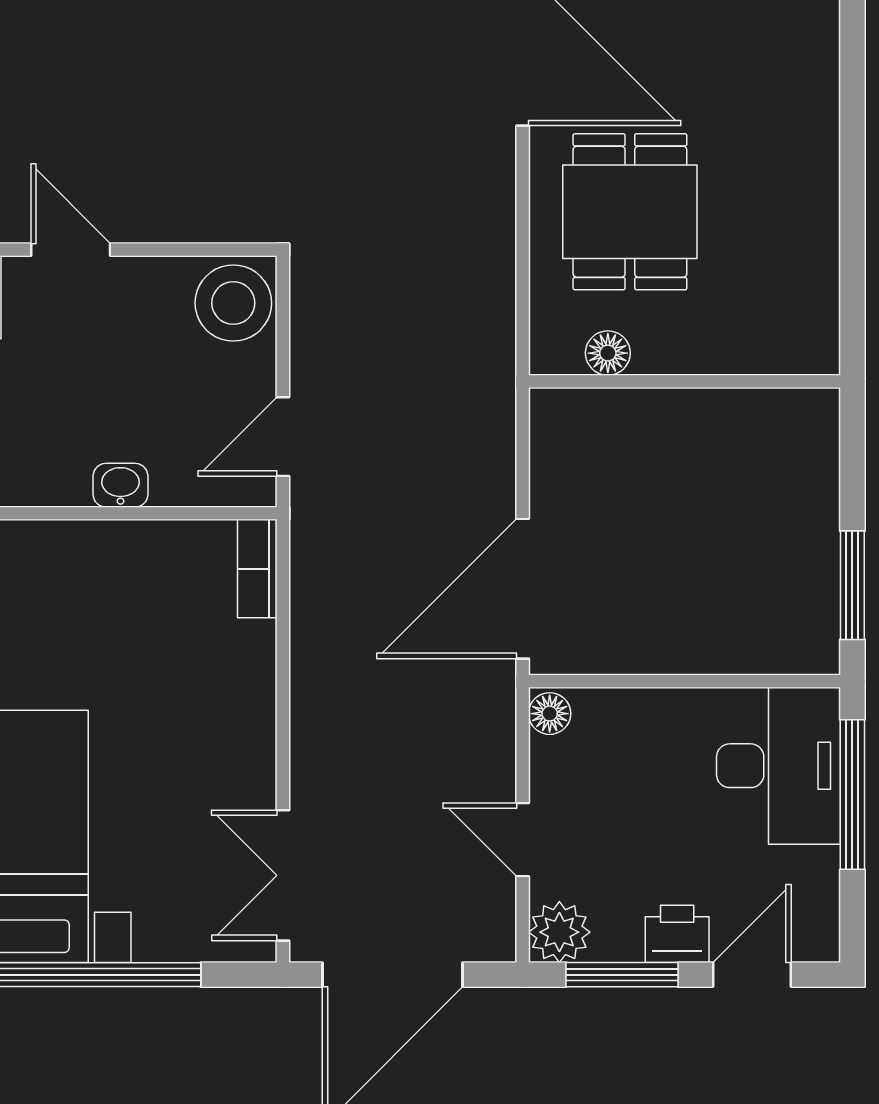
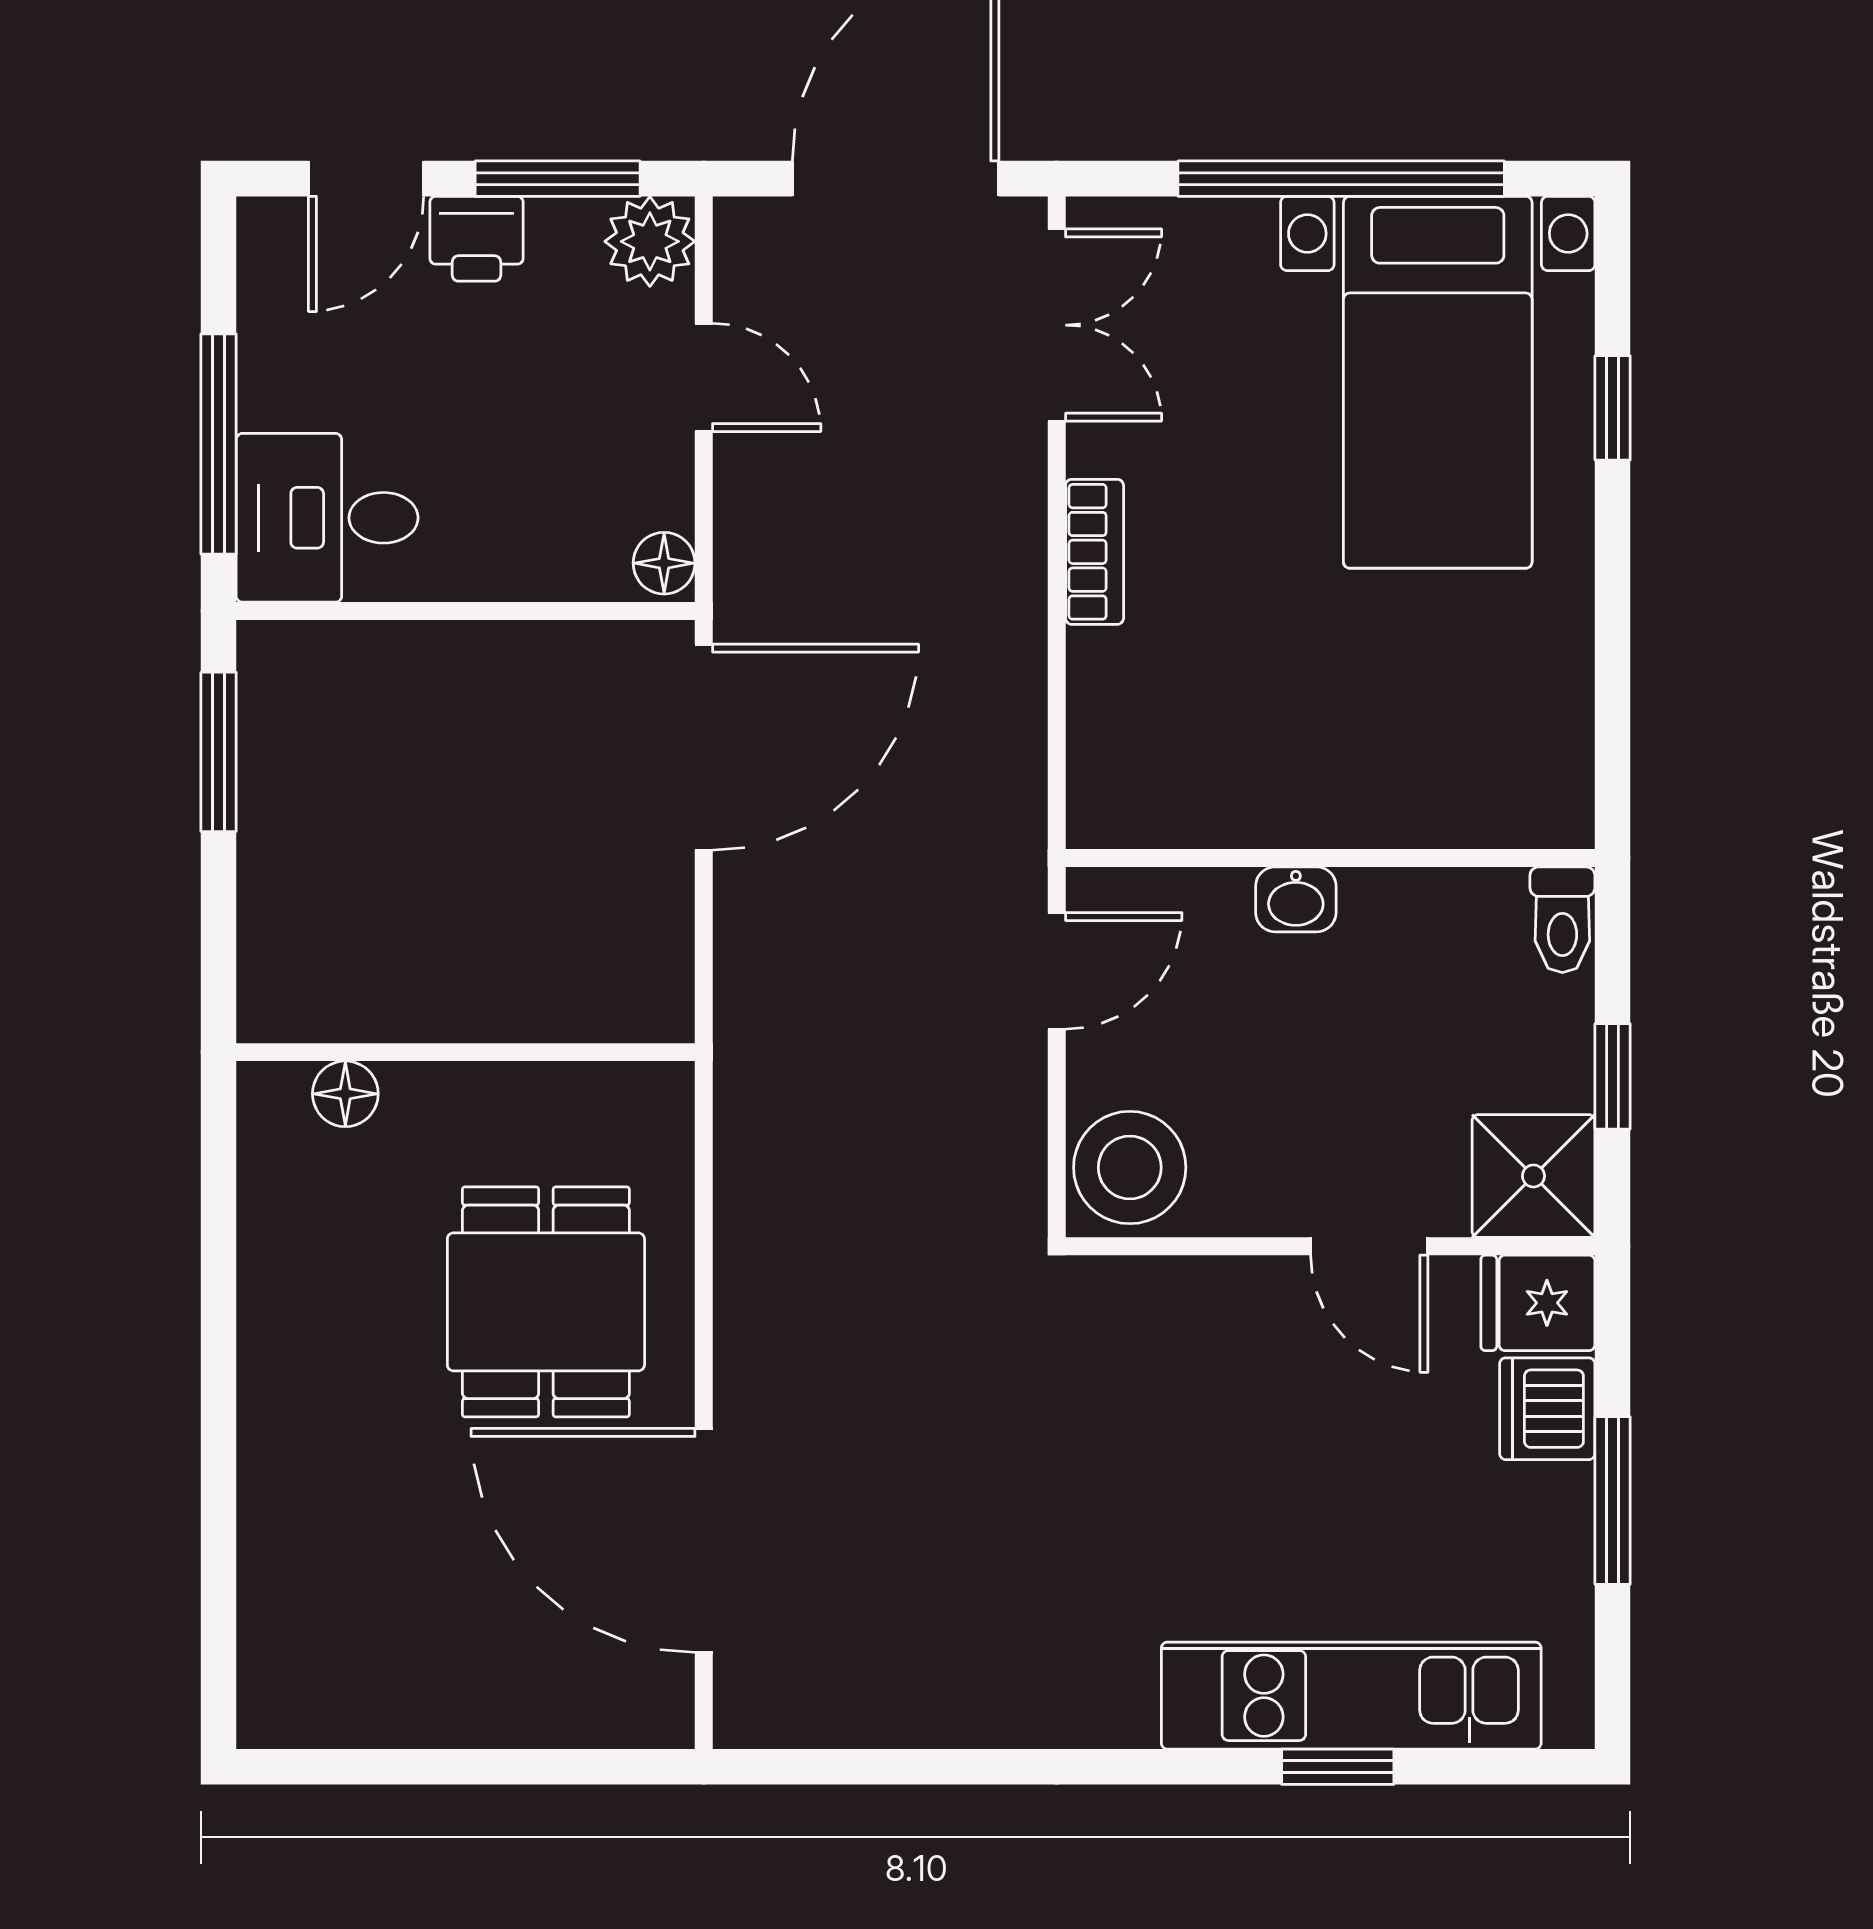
floor lamp: (608, 353) -> (345, 1094), moved
bookcase: (257, 569) -> (1095, 552), moved
desk: (779, 766) -> (327, 518), width x0.73

